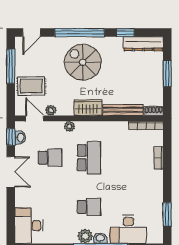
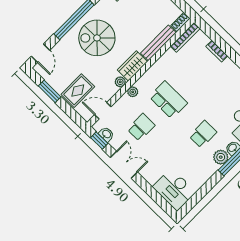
window: (11, 66) -> (50, 91), width x0.69
plant: (51, 110) -> (120, 82), moved

